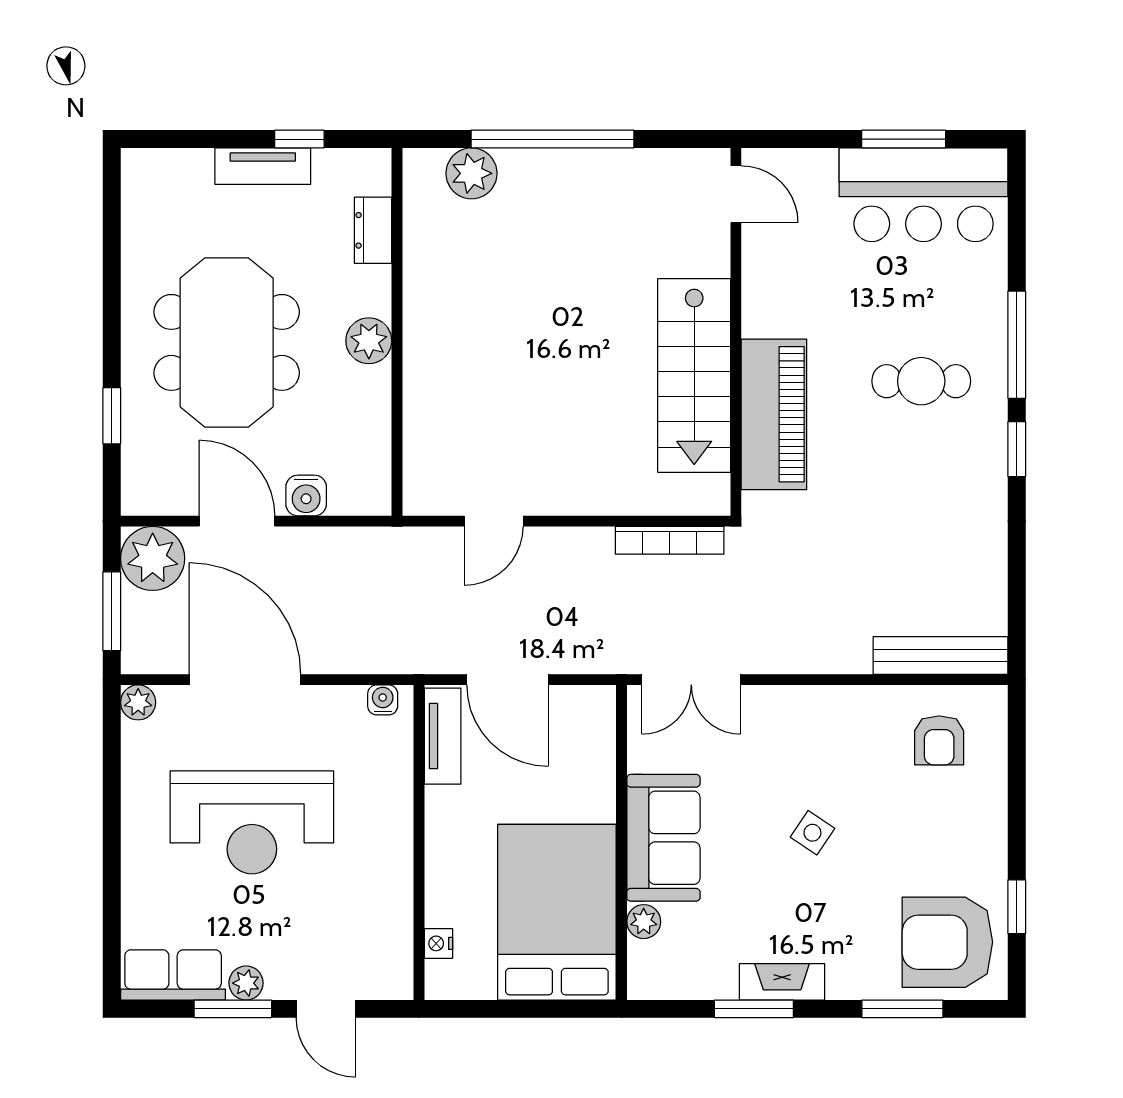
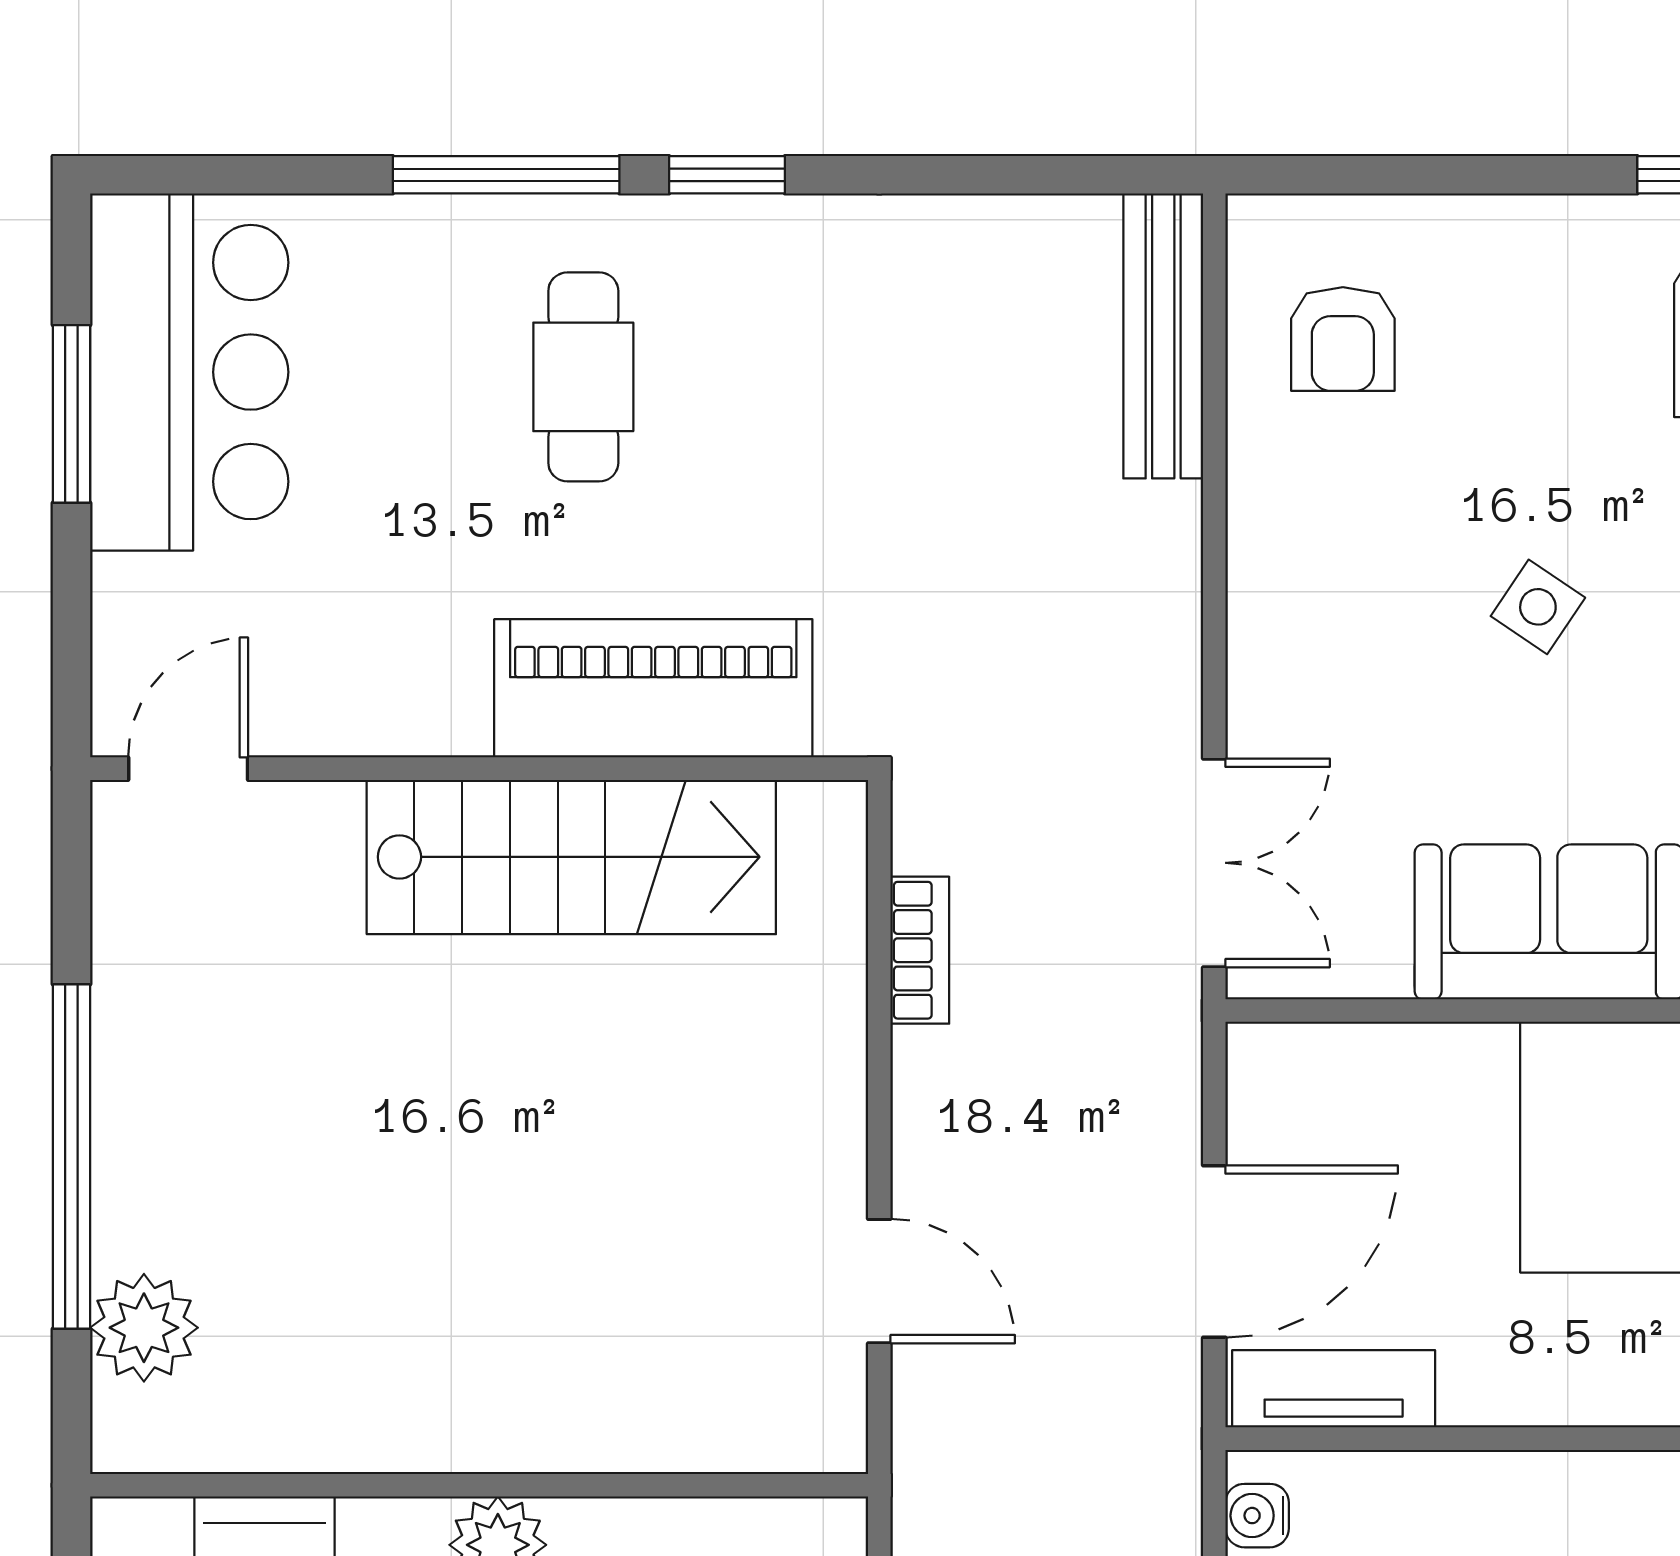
bookcase: (670, 540) -> (920, 950), width x0.64
armchair: (939, 740) -> (1343, 339), turned 90

